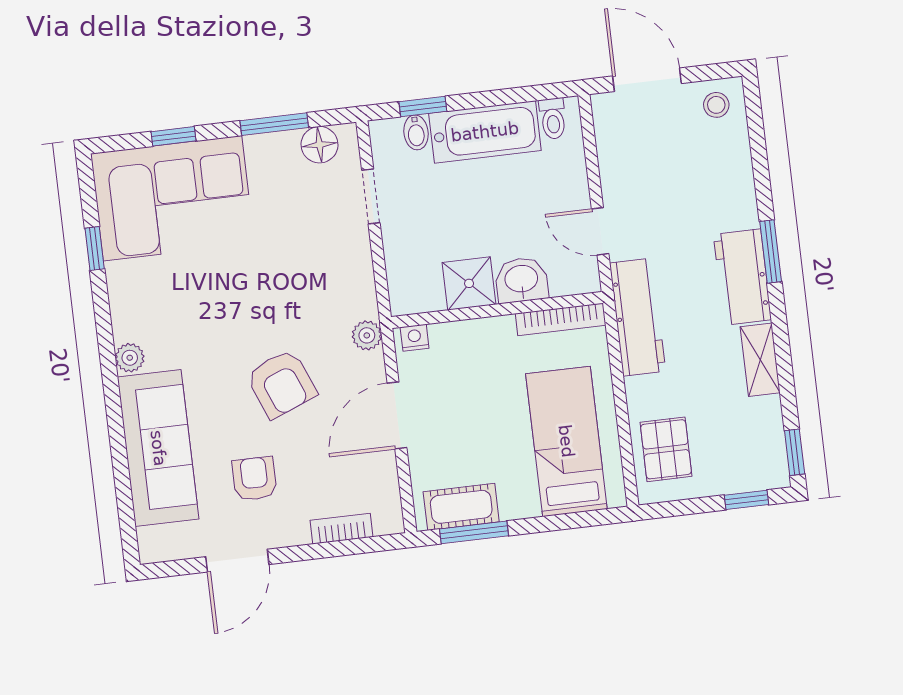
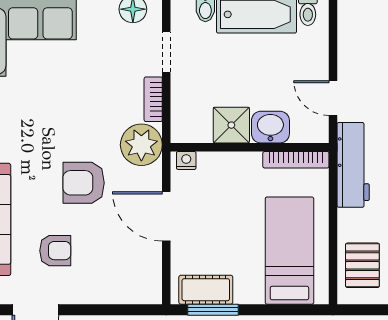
plant: (367, 335) -> (141, 145), width x1.88, depth x1.88
armchair: (281, 384) -> (84, 183), turned 112
door: (397, 415) -> (166, 216), hinge flipped
armchair: (254, 479) -> (55, 251), turned 90
bookcase: (341, 529) -> (153, 99), moved, turned -90

